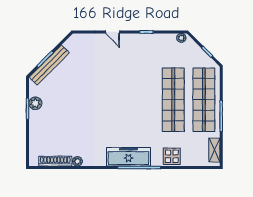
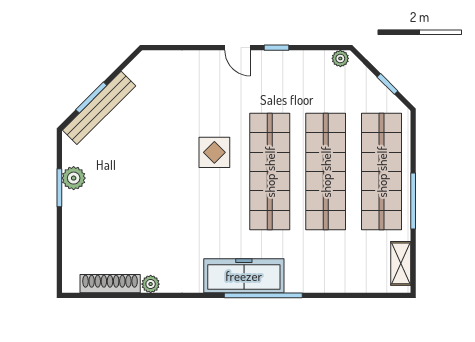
door: (113, 32) -> (238, 48), moved
shop shelf: (143, 100) -> (270, 172), added
display table: (172, 156) -> (214, 152), moved

